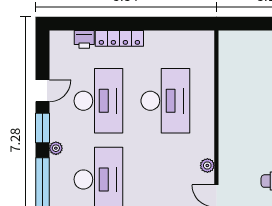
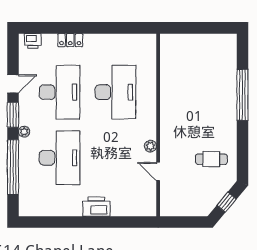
locker: (119, 38) -> (70, 40), width x0.66
printer: (84, 39) -> (33, 41), moved

